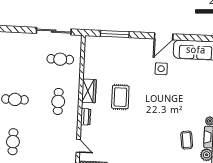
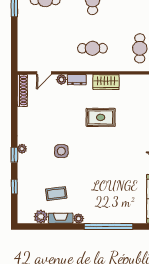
side table: (161, 69) -> (61, 151), moved
plant: (85, 131) -> (61, 79), added

